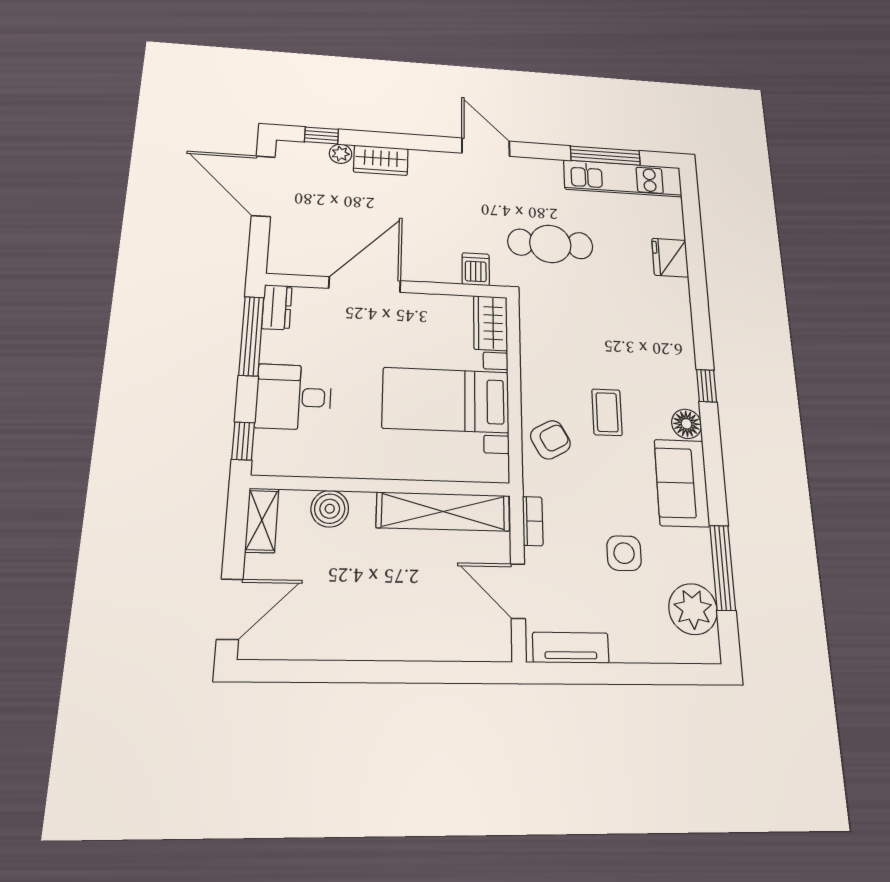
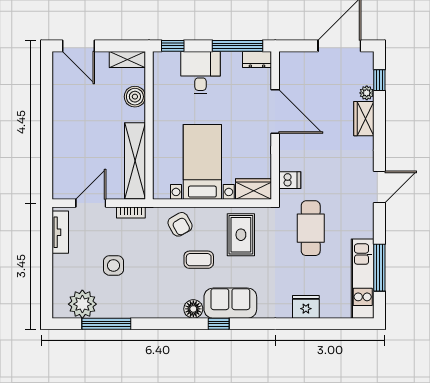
rug: (564, 346) -> (241, 235), added
sofa: (682, 483) -> (230, 303), moved

